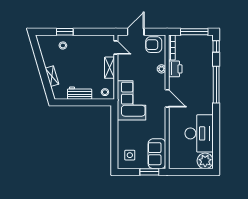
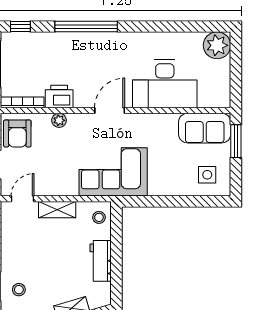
desk: (199, 133) -> (165, 84), moved, turned 180

